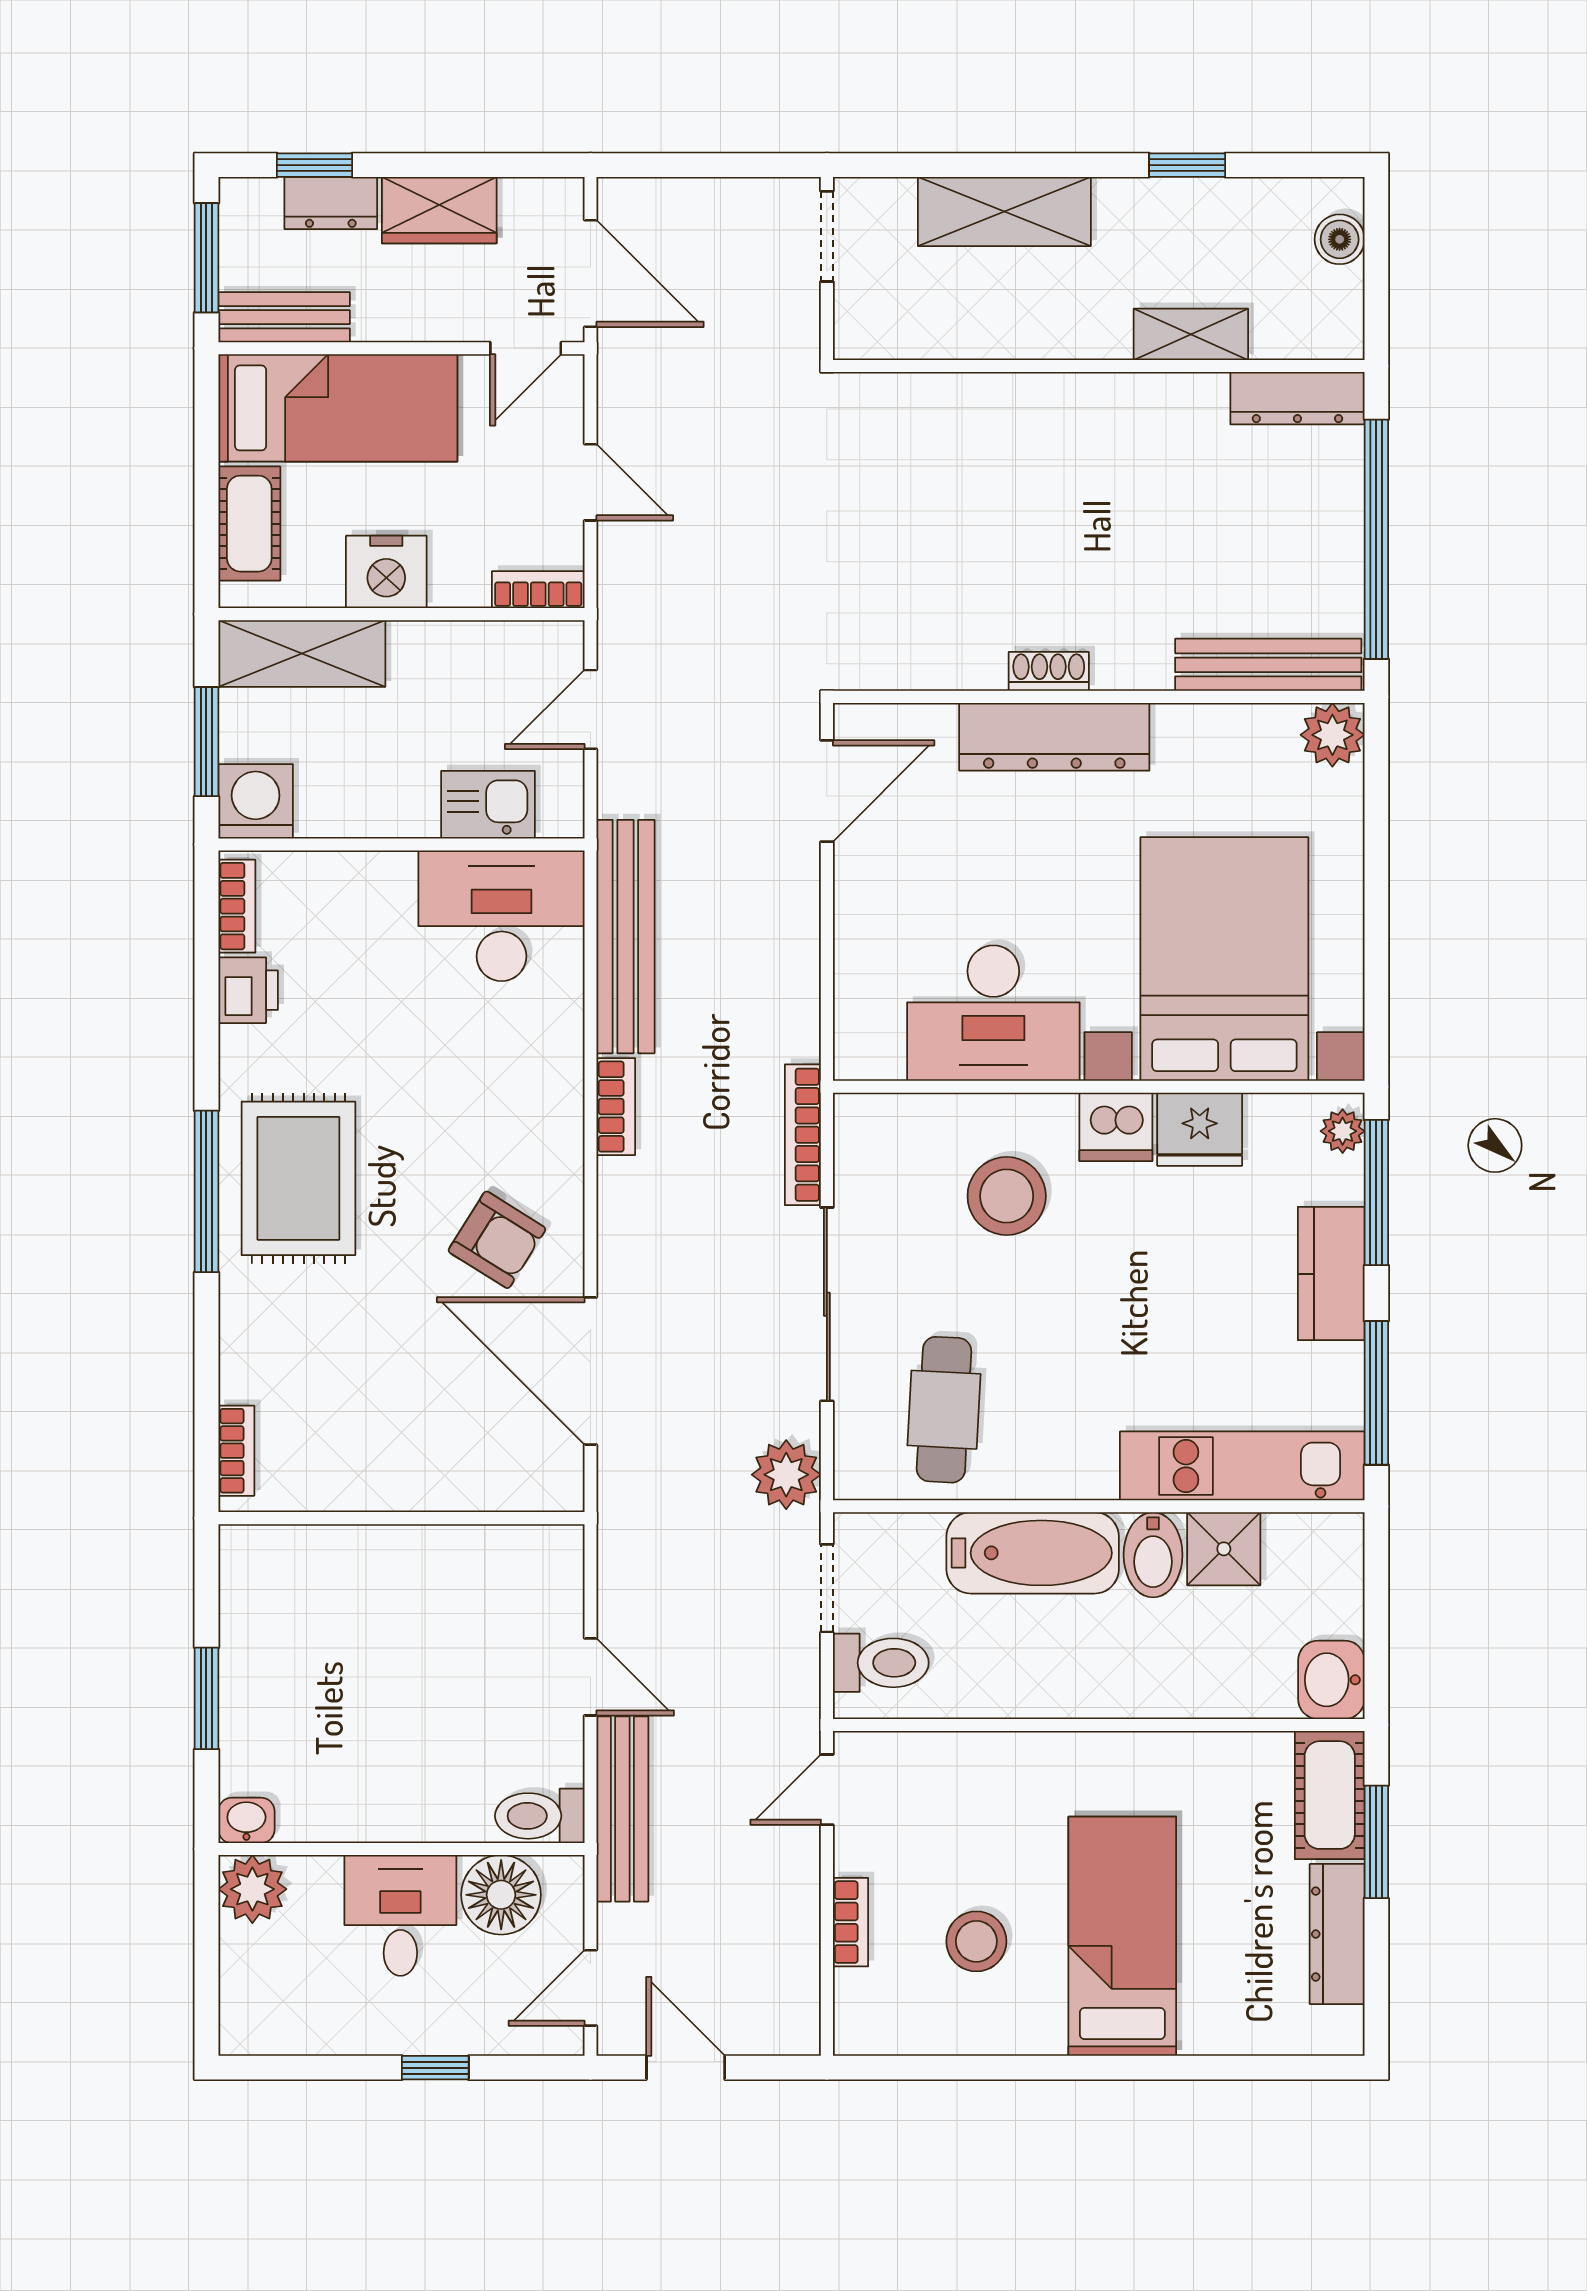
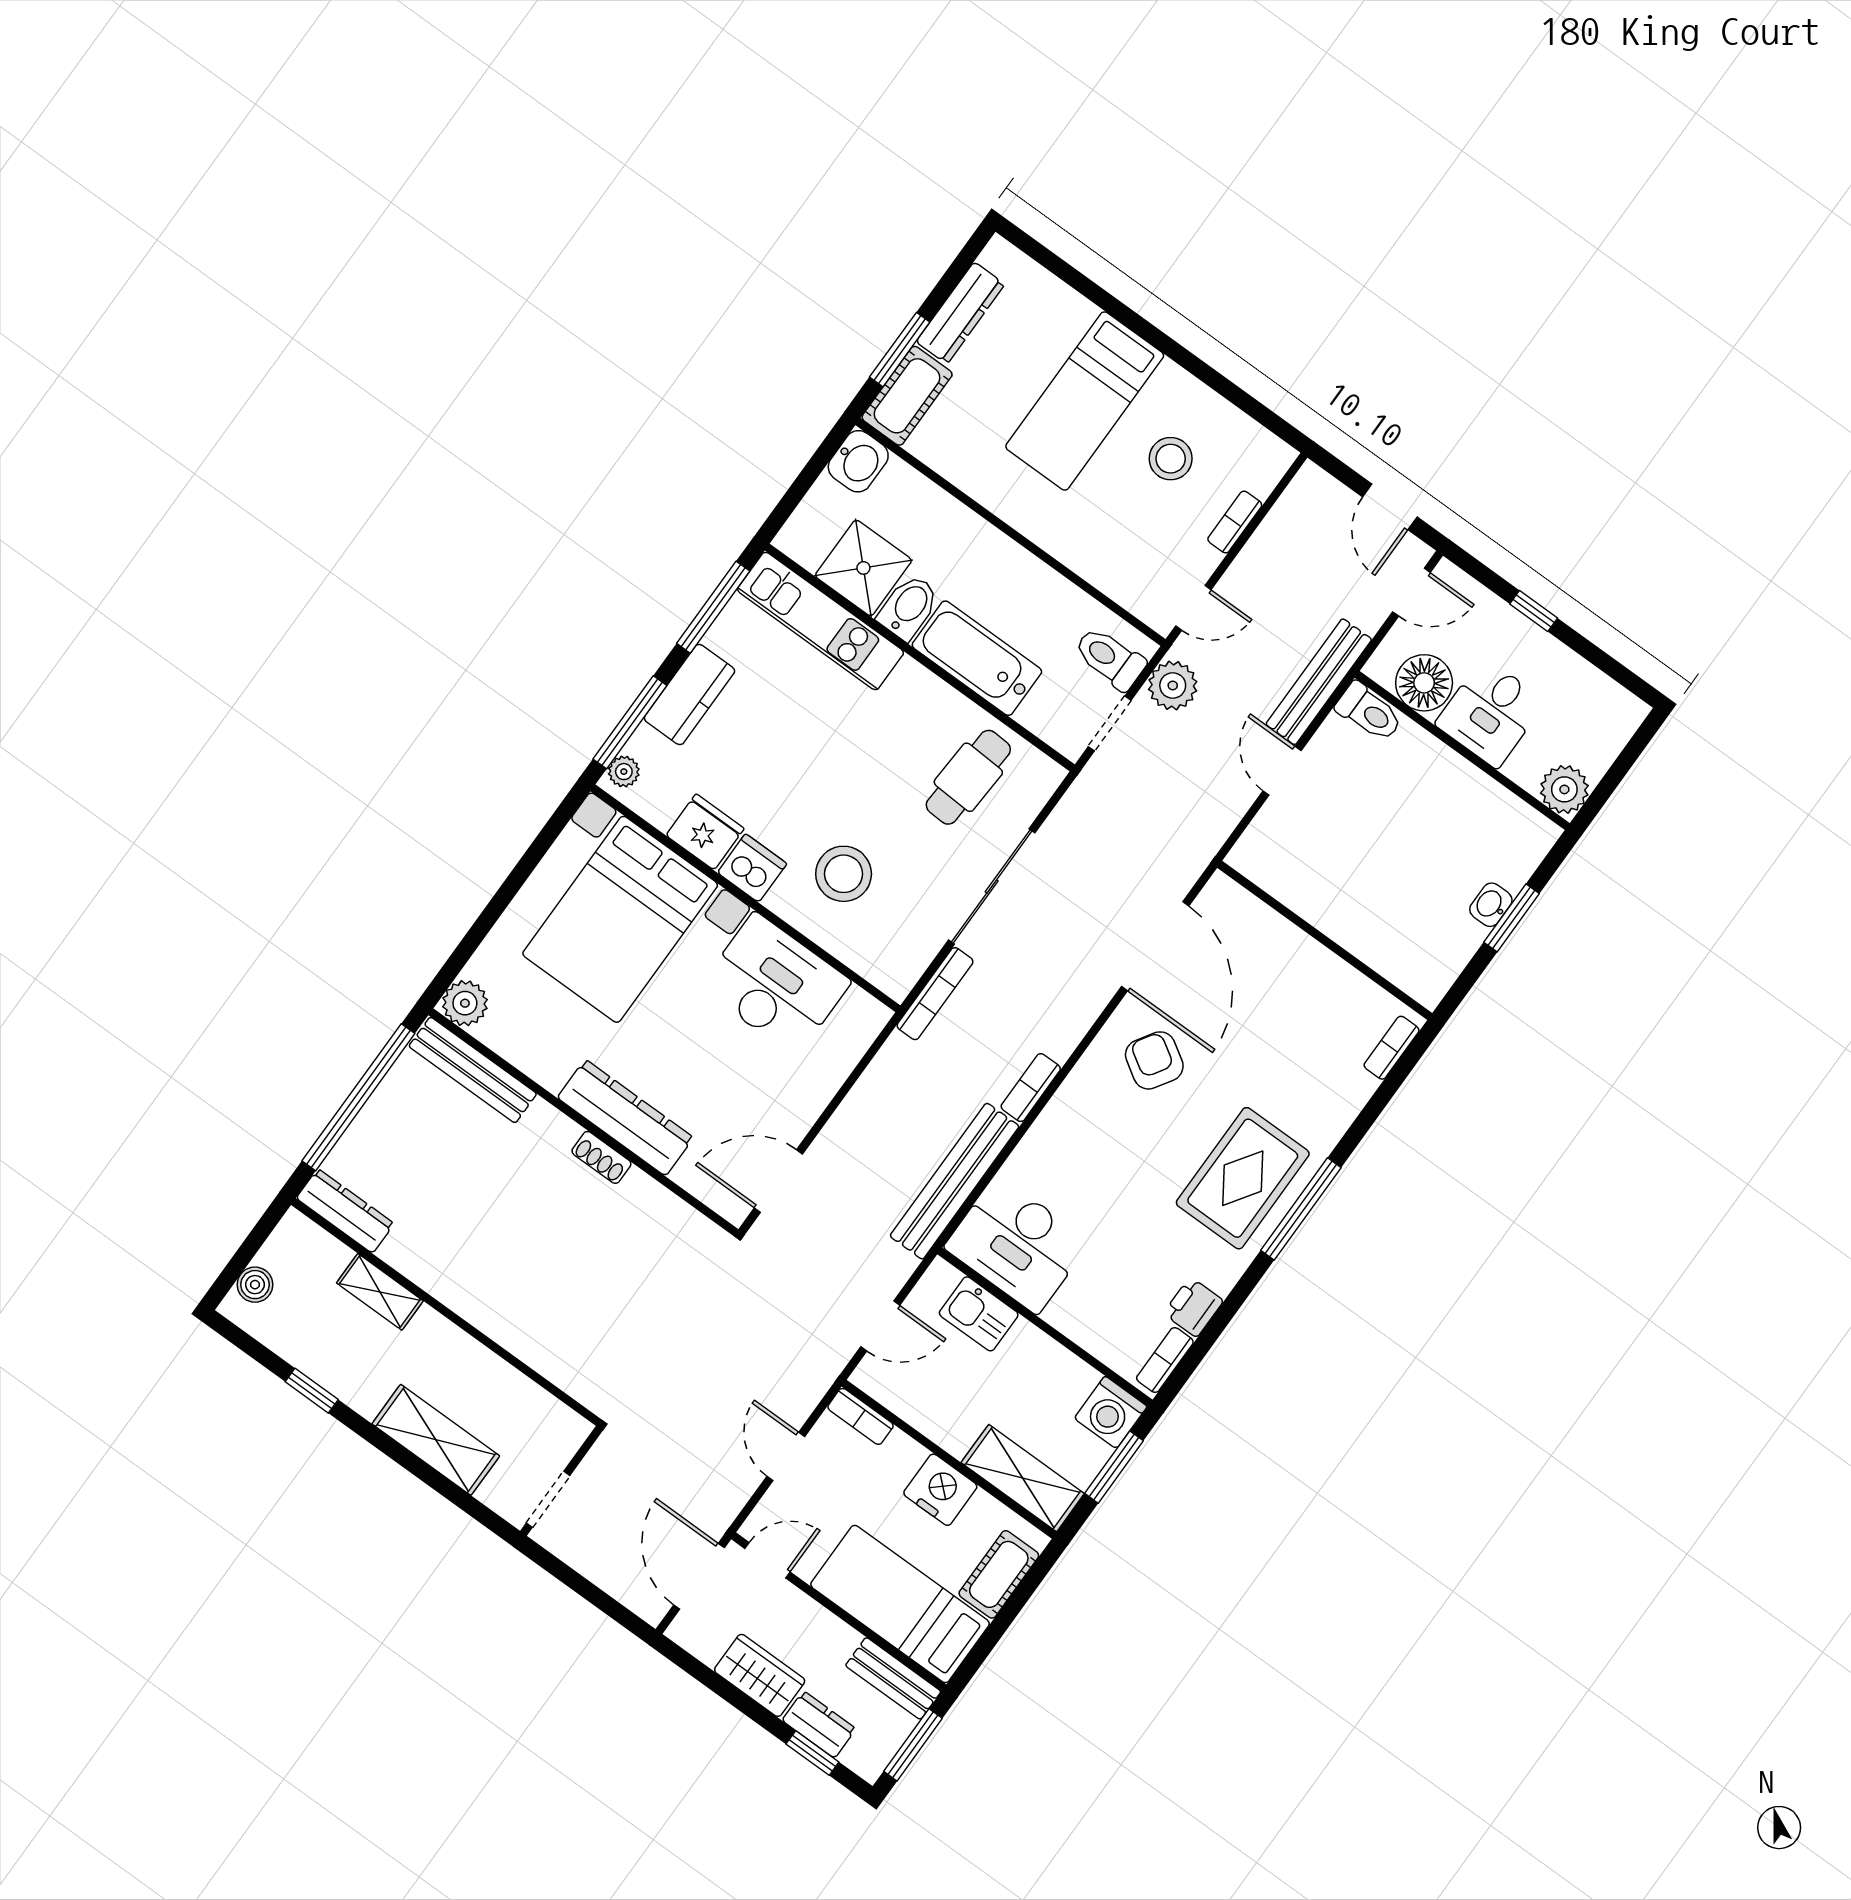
plant: (786, 1475) -> (1173, 685), moved
shower: (1224, 1549) -> (863, 568), width x1.36, depth x1.36
washbasin: (246, 1820) -> (1491, 905), moved, turned 90

